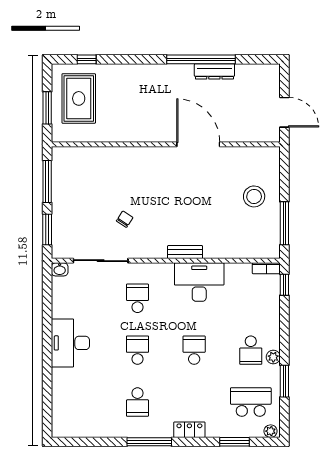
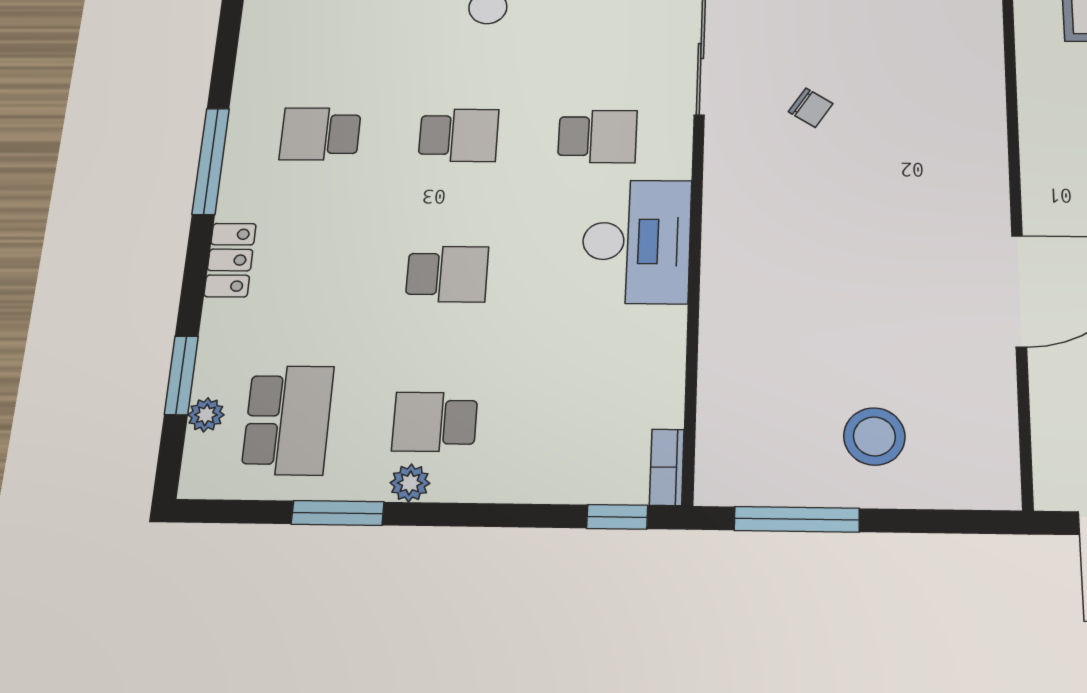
bench: (185, 252) -> (719, 254), removed
desk: (199, 282) -> (636, 241), moved
plant: (271, 431) -> (206, 415), moved

